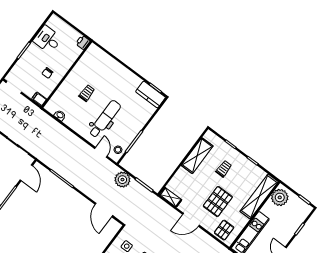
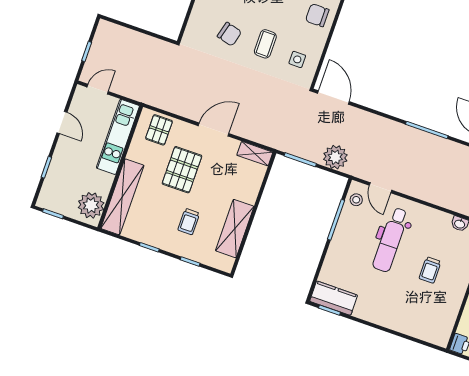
door: (104, 210) -> (333, 97), moved

